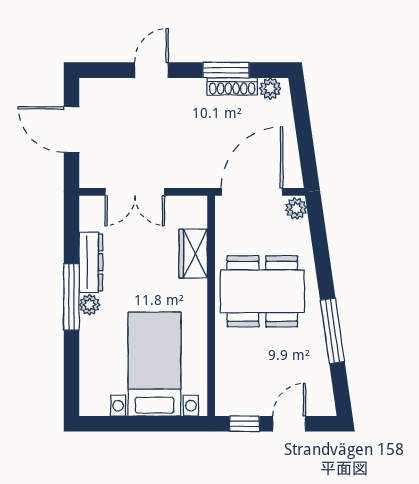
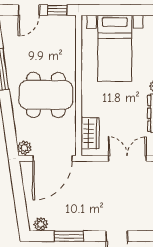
shoe rack: (232, 86) -> (65, 226), removed
wardrobe: (193, 254) -> (90, 133), moved

